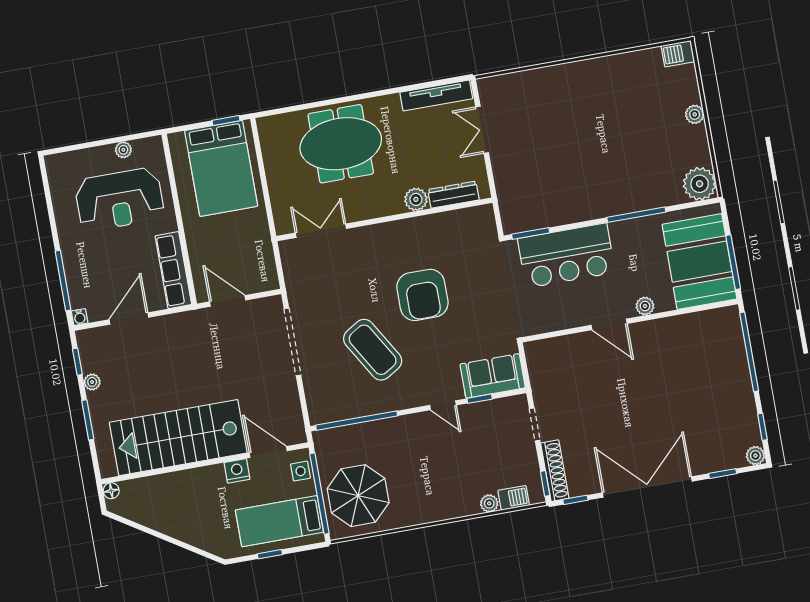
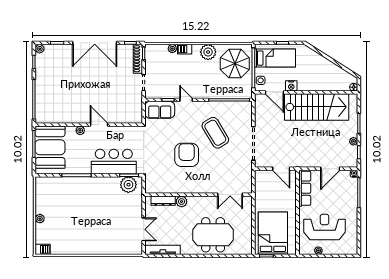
plant: (700, 184) -> (128, 185), moved
barbecue: (514, 498) -> (185, 49), moved
plant: (416, 509) -> (208, 52), added

